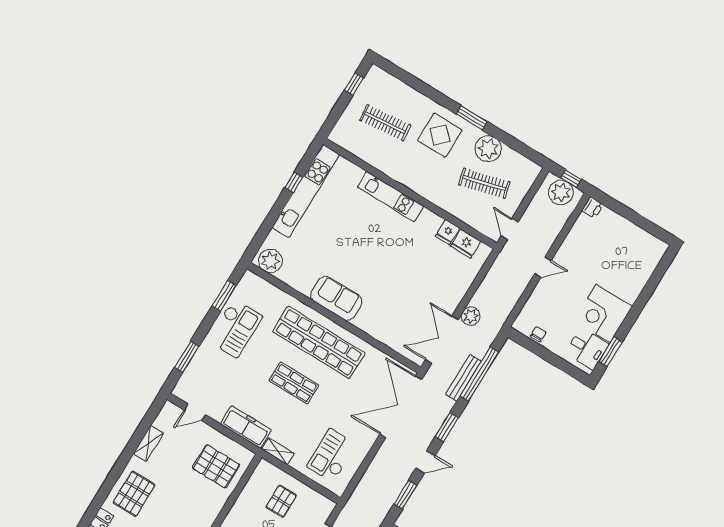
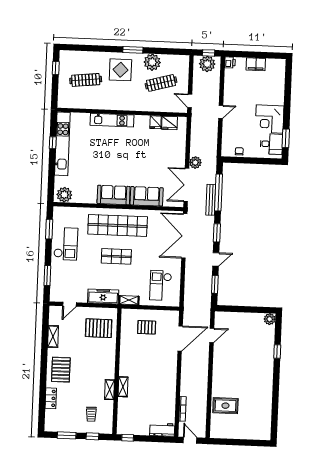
filing cabinet: (626, 229) -> (256, 64), added
sofa: (380, 325) -> (147, 196), added
pallet: (281, 501) -> (147, 327), turned 90

